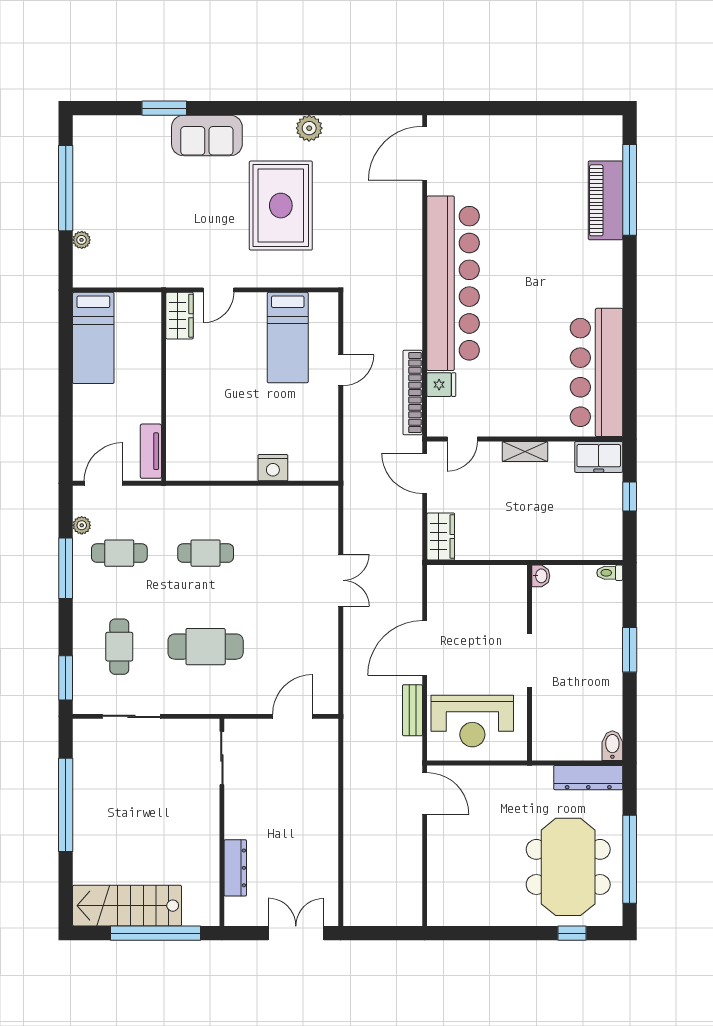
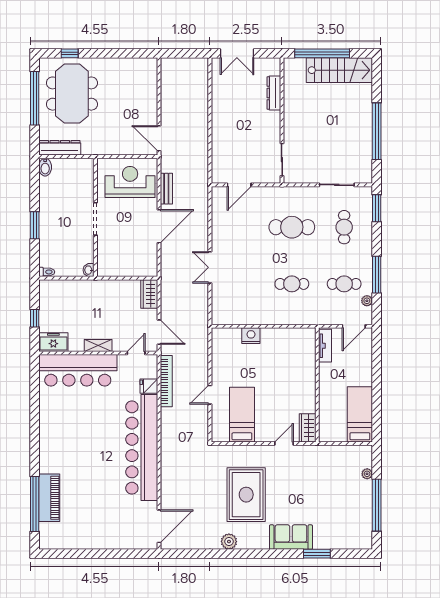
bar counter: (597, 372) -> (78, 370), moved, turned 90

